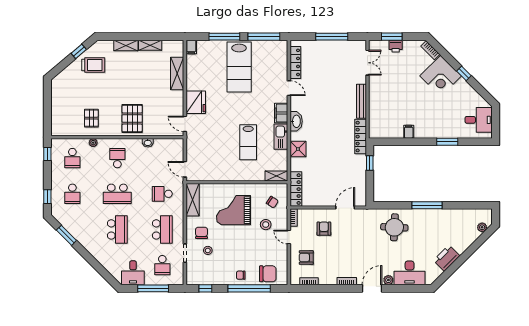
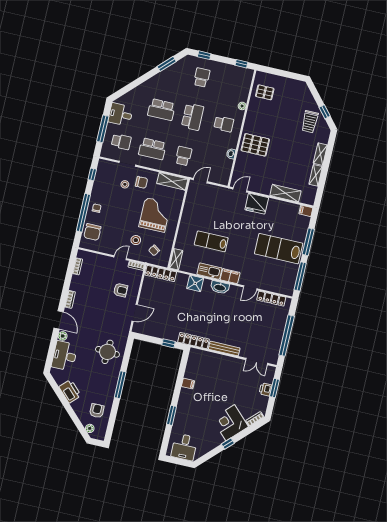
window: (332, 37) -> (287, 336), width x1.46
pallet: (91, 118) -> (265, 92), moved
school desk: (72, 158) -> (233, 85), removed
school desk: (72, 194) -> (202, 77), turned 90
school desk: (117, 194) -> (193, 117), turned 180
door: (345, 208) -> (135, 313), hinge flipped
armchair: (306, 258) -> (97, 411), moved
school desk: (162, 265) -> (121, 142), turned 180

